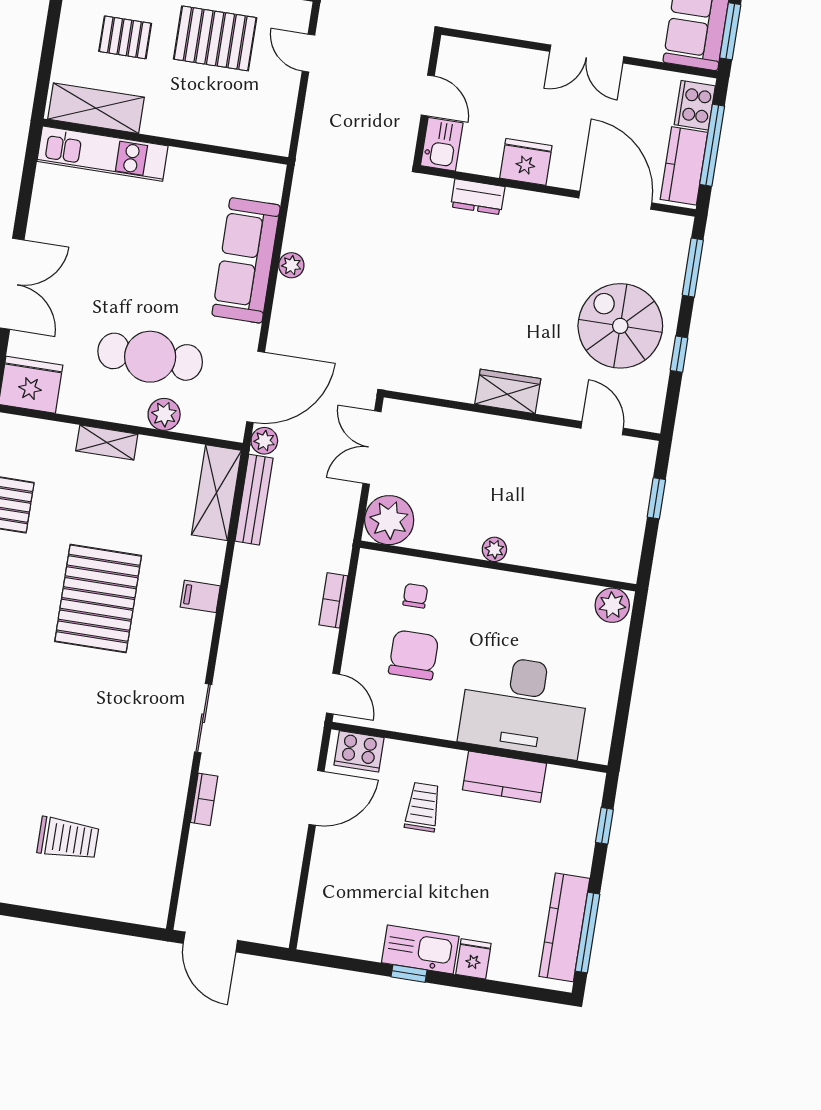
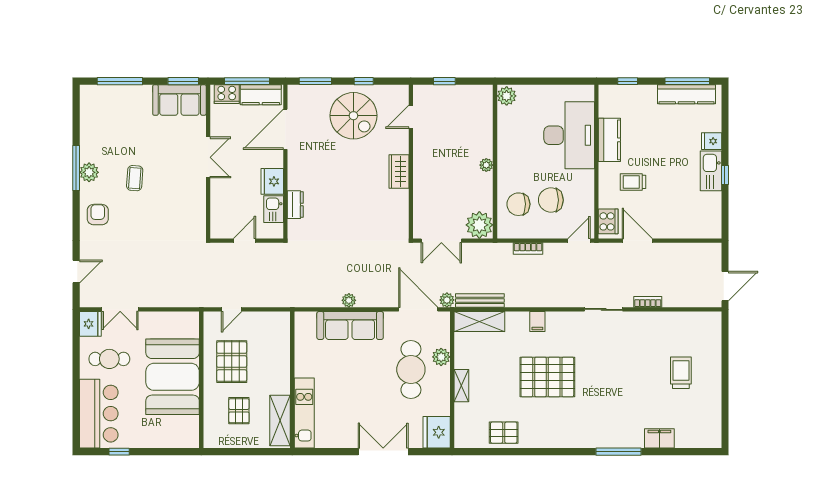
kitchen sink: (442, 144) -> (274, 209), moved, turned -90
spiral stairs: (620, 326) -> (353, 116), turned -90
chair: (415, 596) -> (518, 204), width x1.87, depth x1.87

